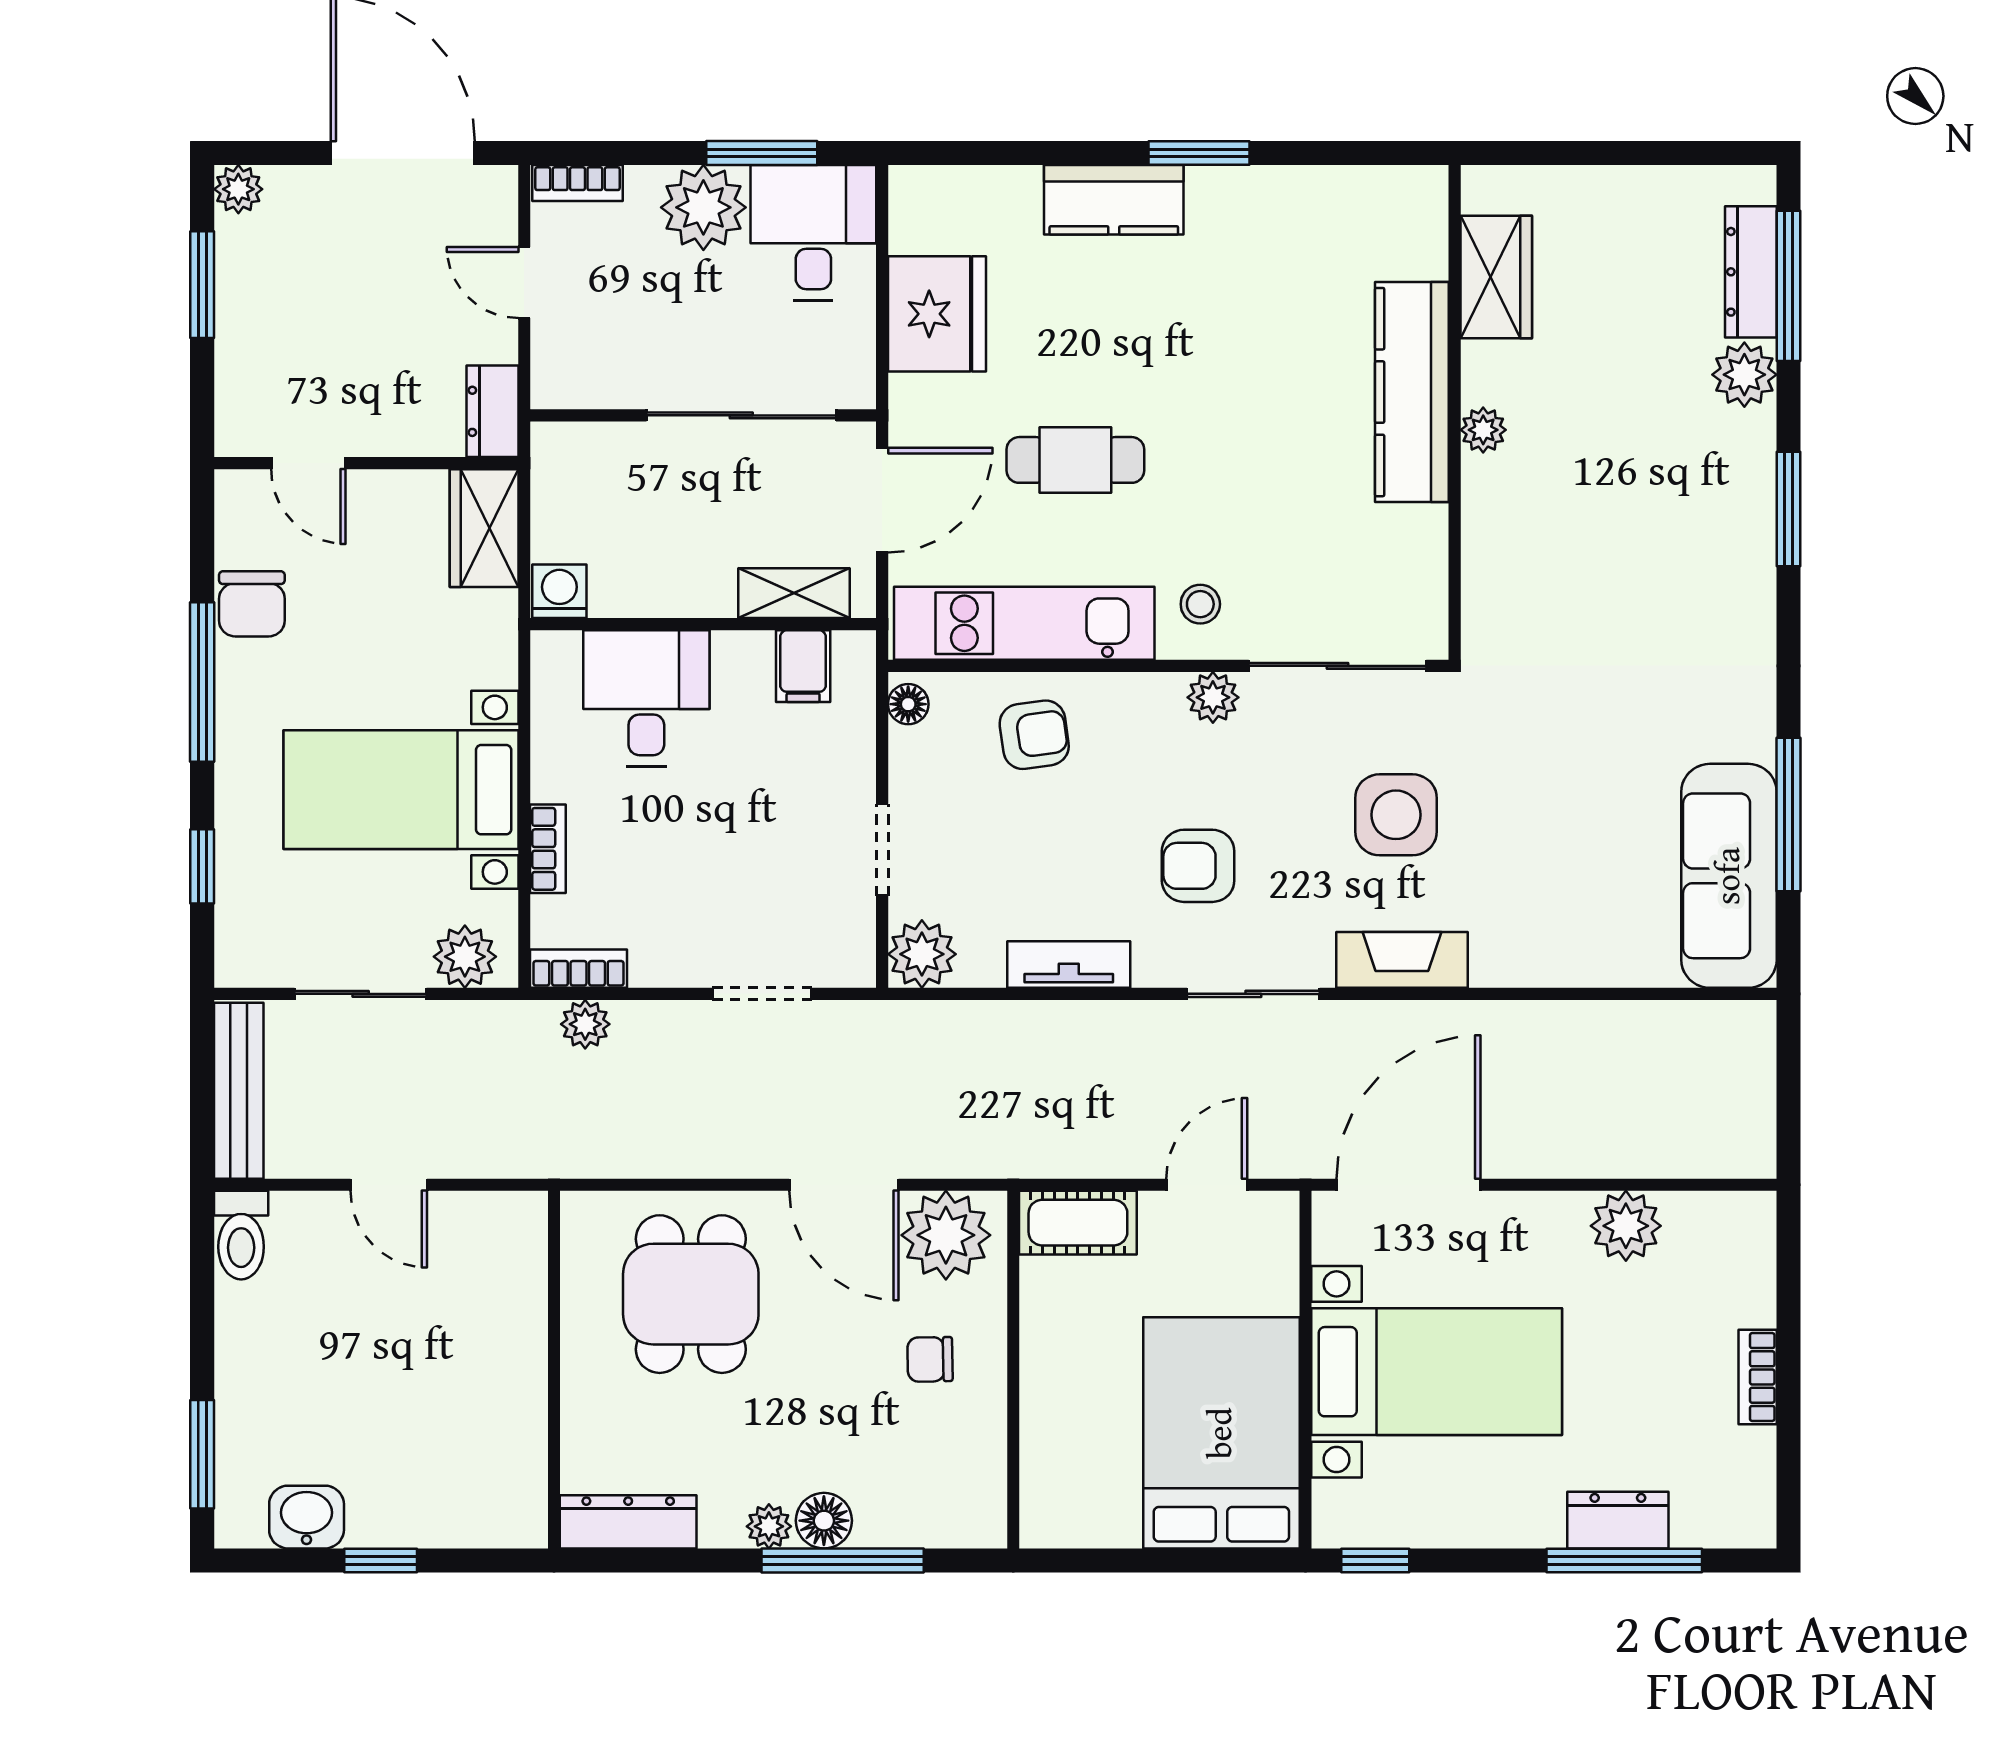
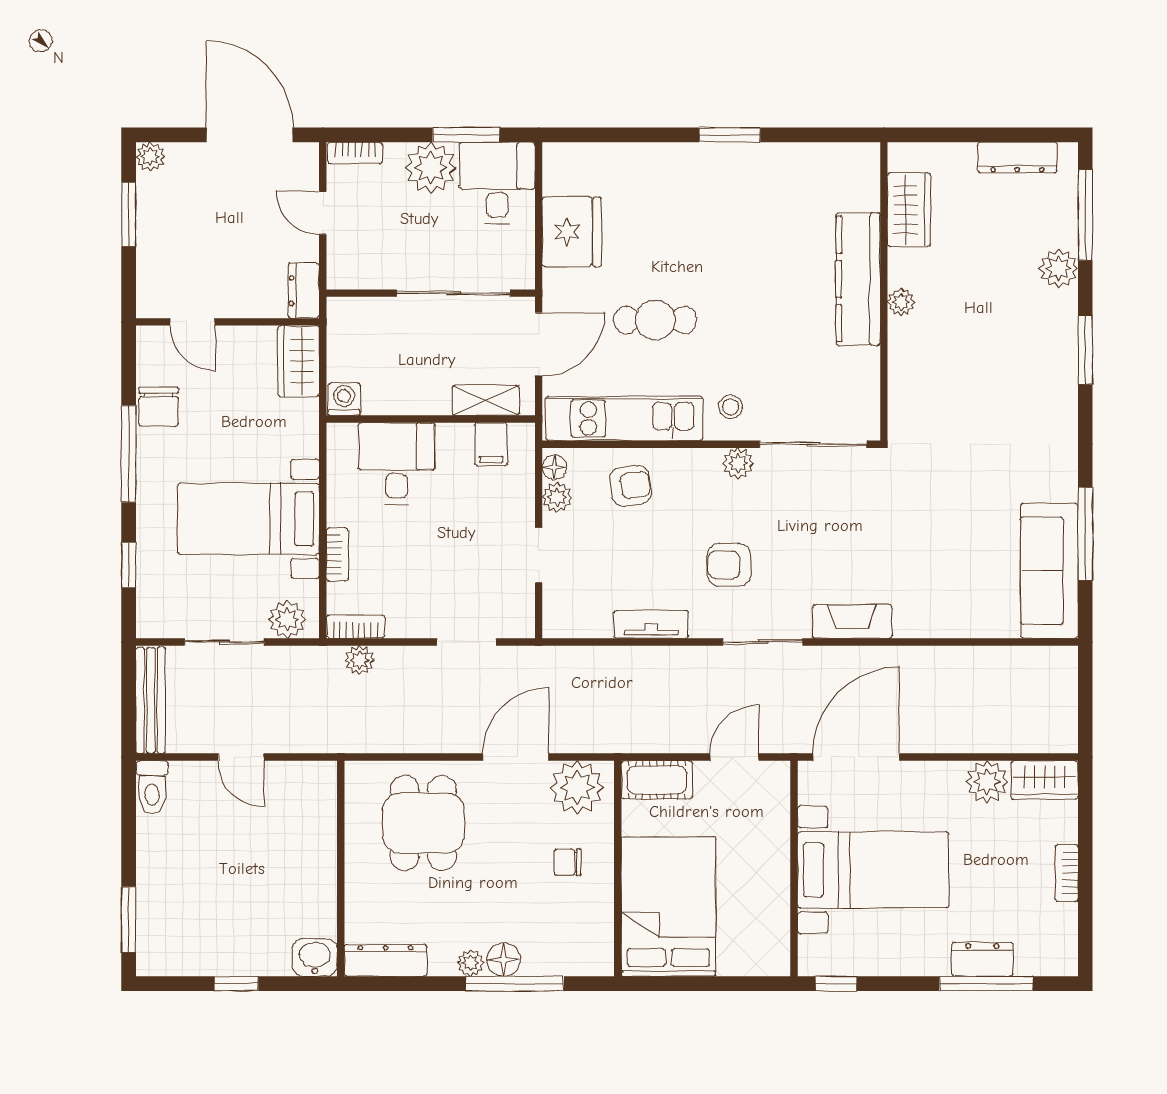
kitchen counter: (1114, 200) -> (678, 163), removed
dresser: (1751, 272) -> (1017, 158), moved, turned -90
side table: (1396, 815) -> (849, 534), removed
plant: (922, 954) -> (557, 497), moved, width x0.73, depth x0.73
door: (844, 1185) -> (516, 757), swing flipped
wardrobe: (1721, 1223) -> (1045, 780), added
bed: (1221, 1433) -> (668, 907), moved
washbasin: (307, 1517) -> (315, 957), moved

